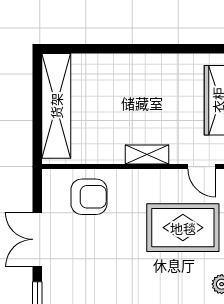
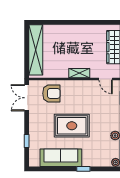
rug: (183, 228) -> (72, 126), moved
double door: (37, 239) -> (27, 98), moved

